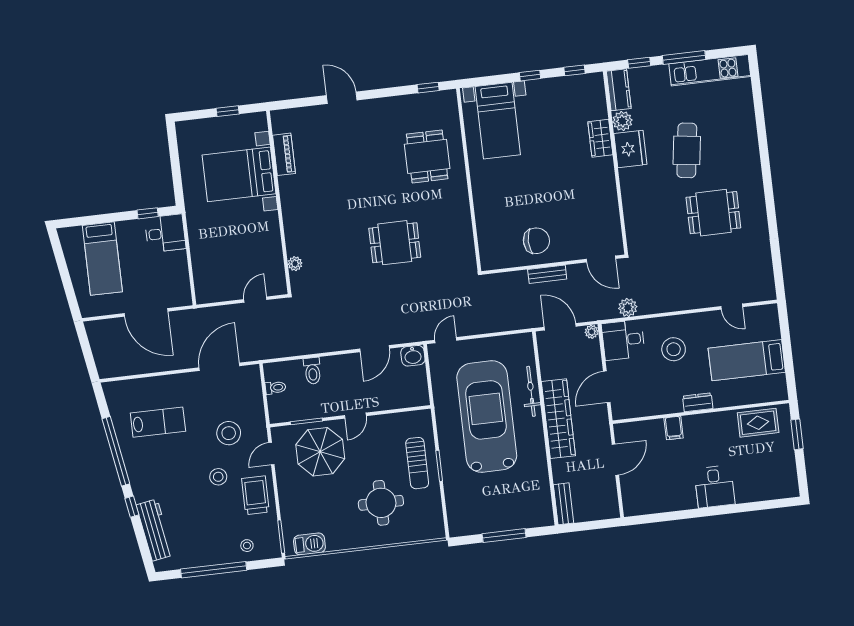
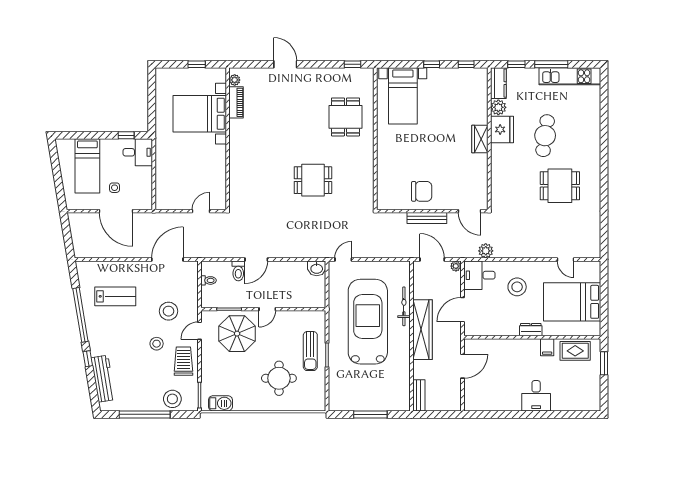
wardrobe: (600, 138) -> (480, 139), moved
plant: (295, 264) -> (235, 80), moved
bench: (547, 274) -> (427, 218), width x1.36
side table: (141, 282) -> (115, 188), added
door: (375, 349) -> (256, 259), moved
bed: (747, 360) -> (572, 302), width x1.50
filing cabinet: (674, 428) -> (547, 347), moved
stool: (247, 546) -> (172, 399), width x1.89, depth x1.89

